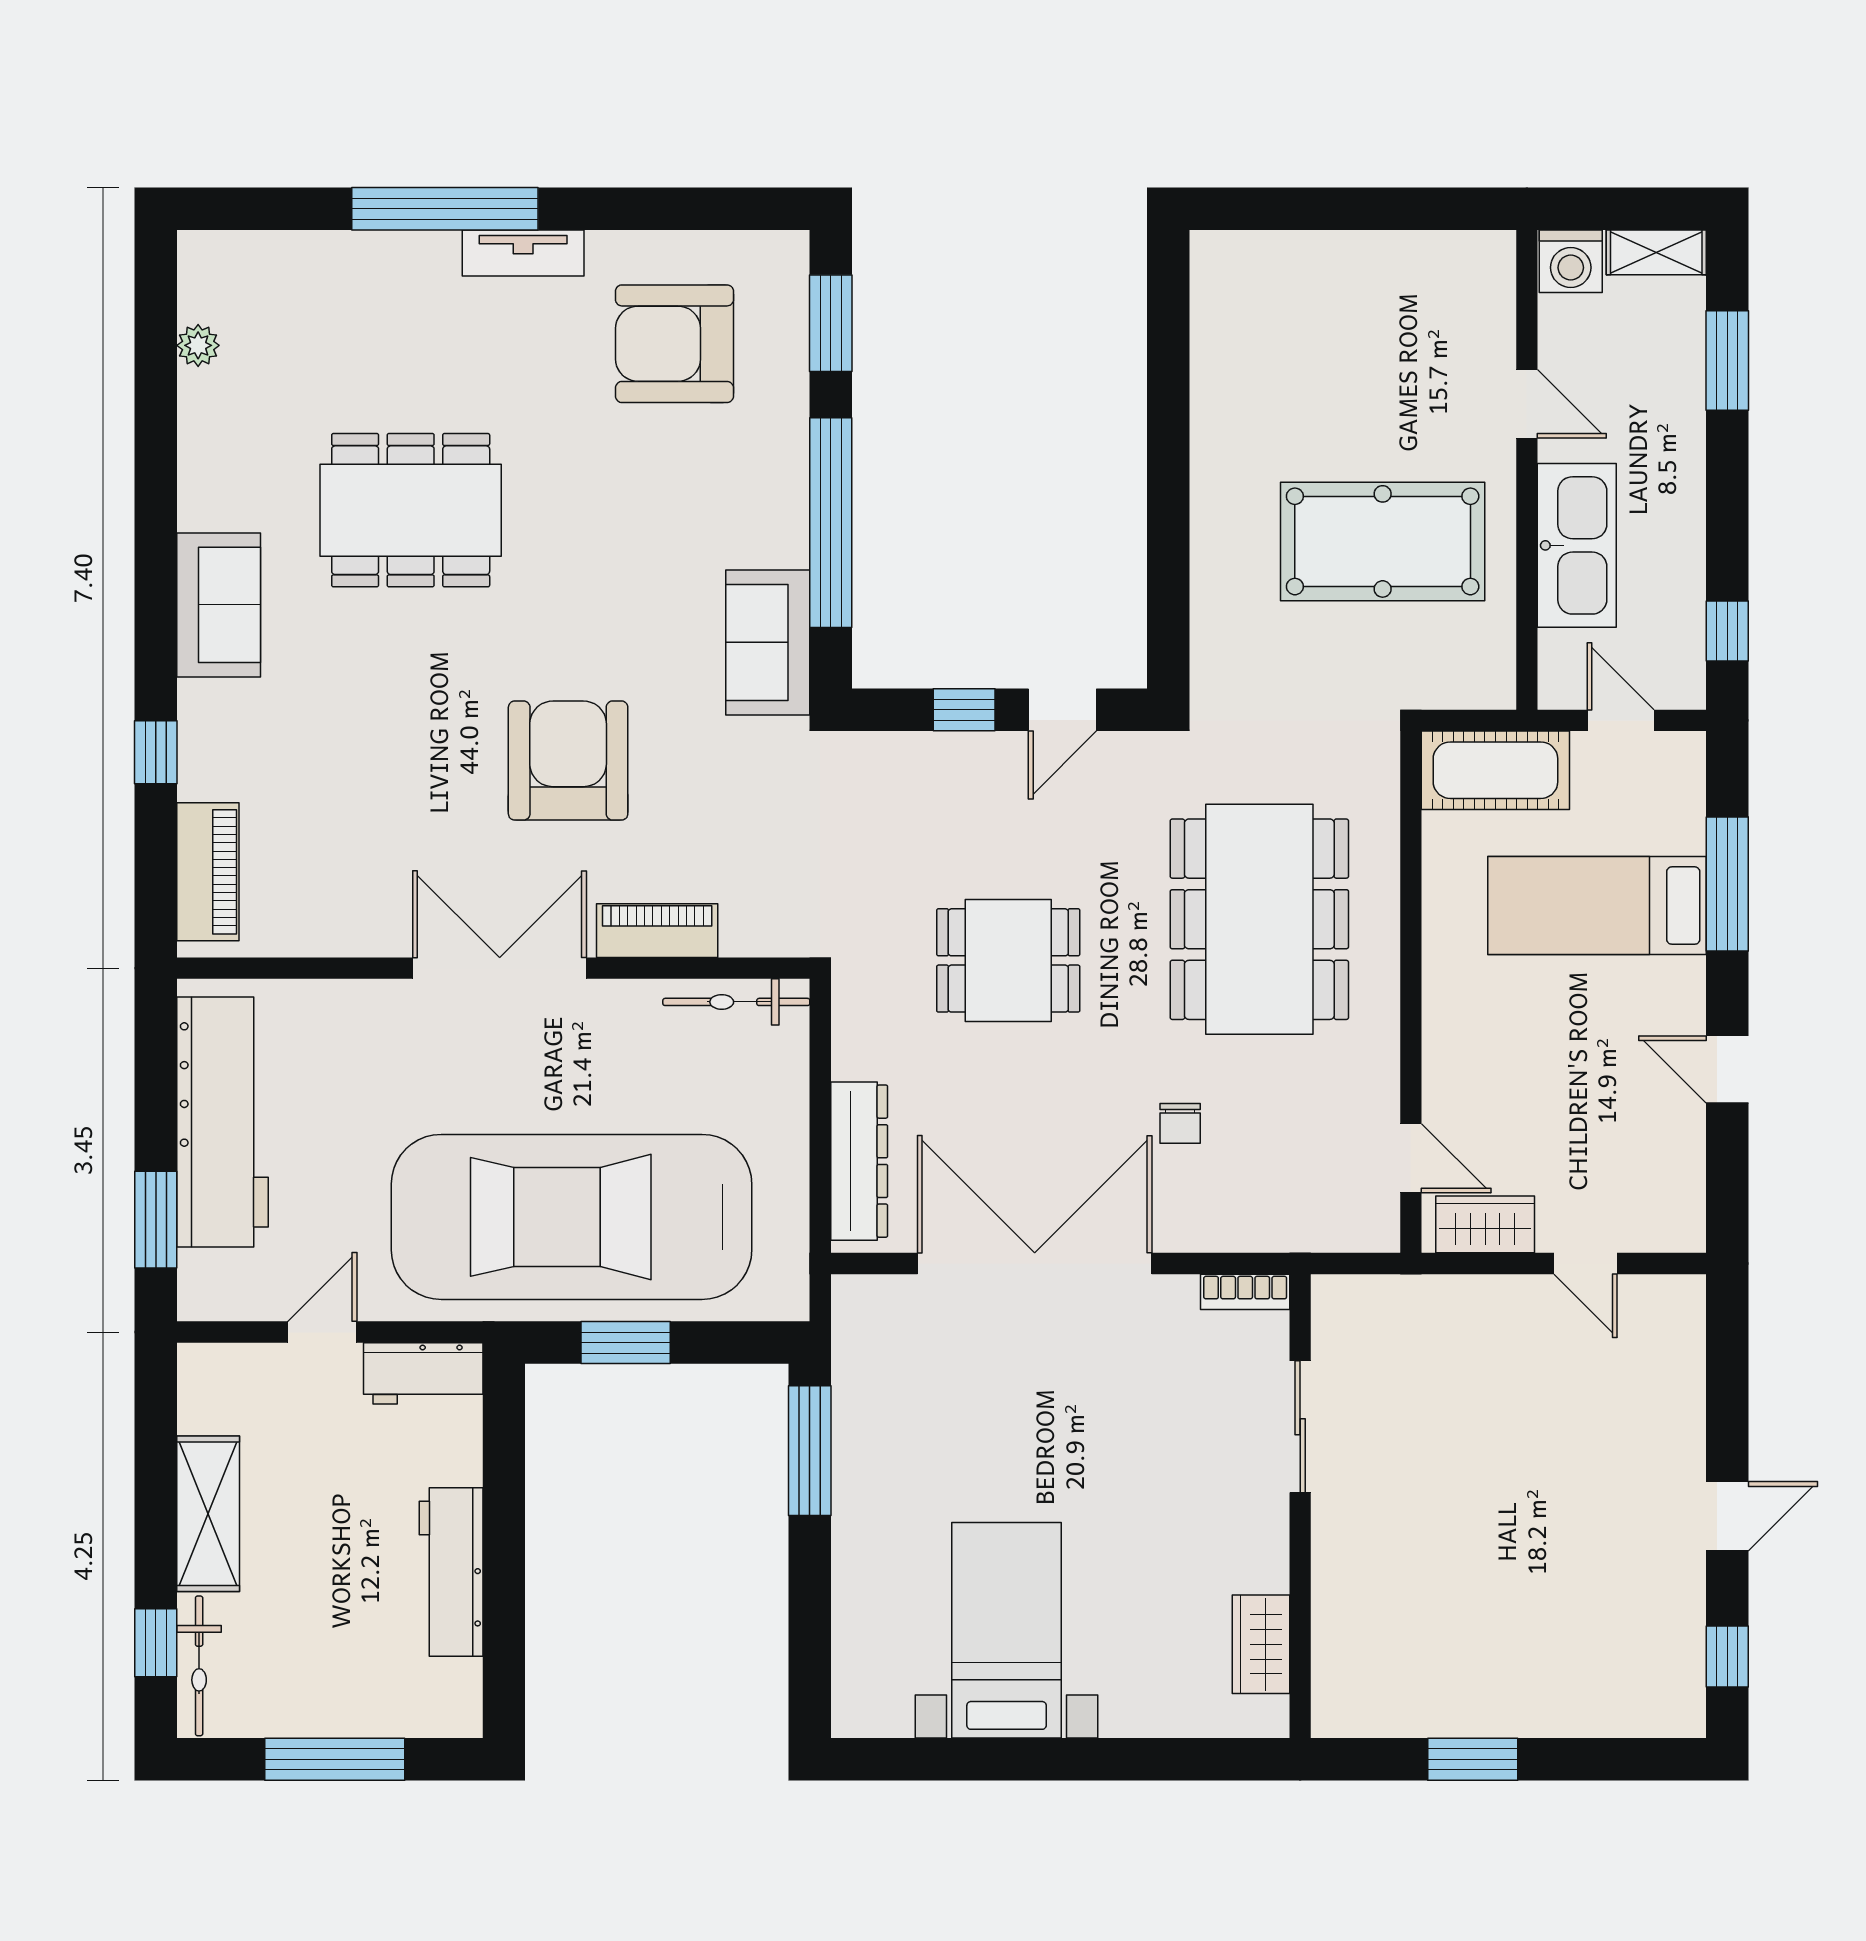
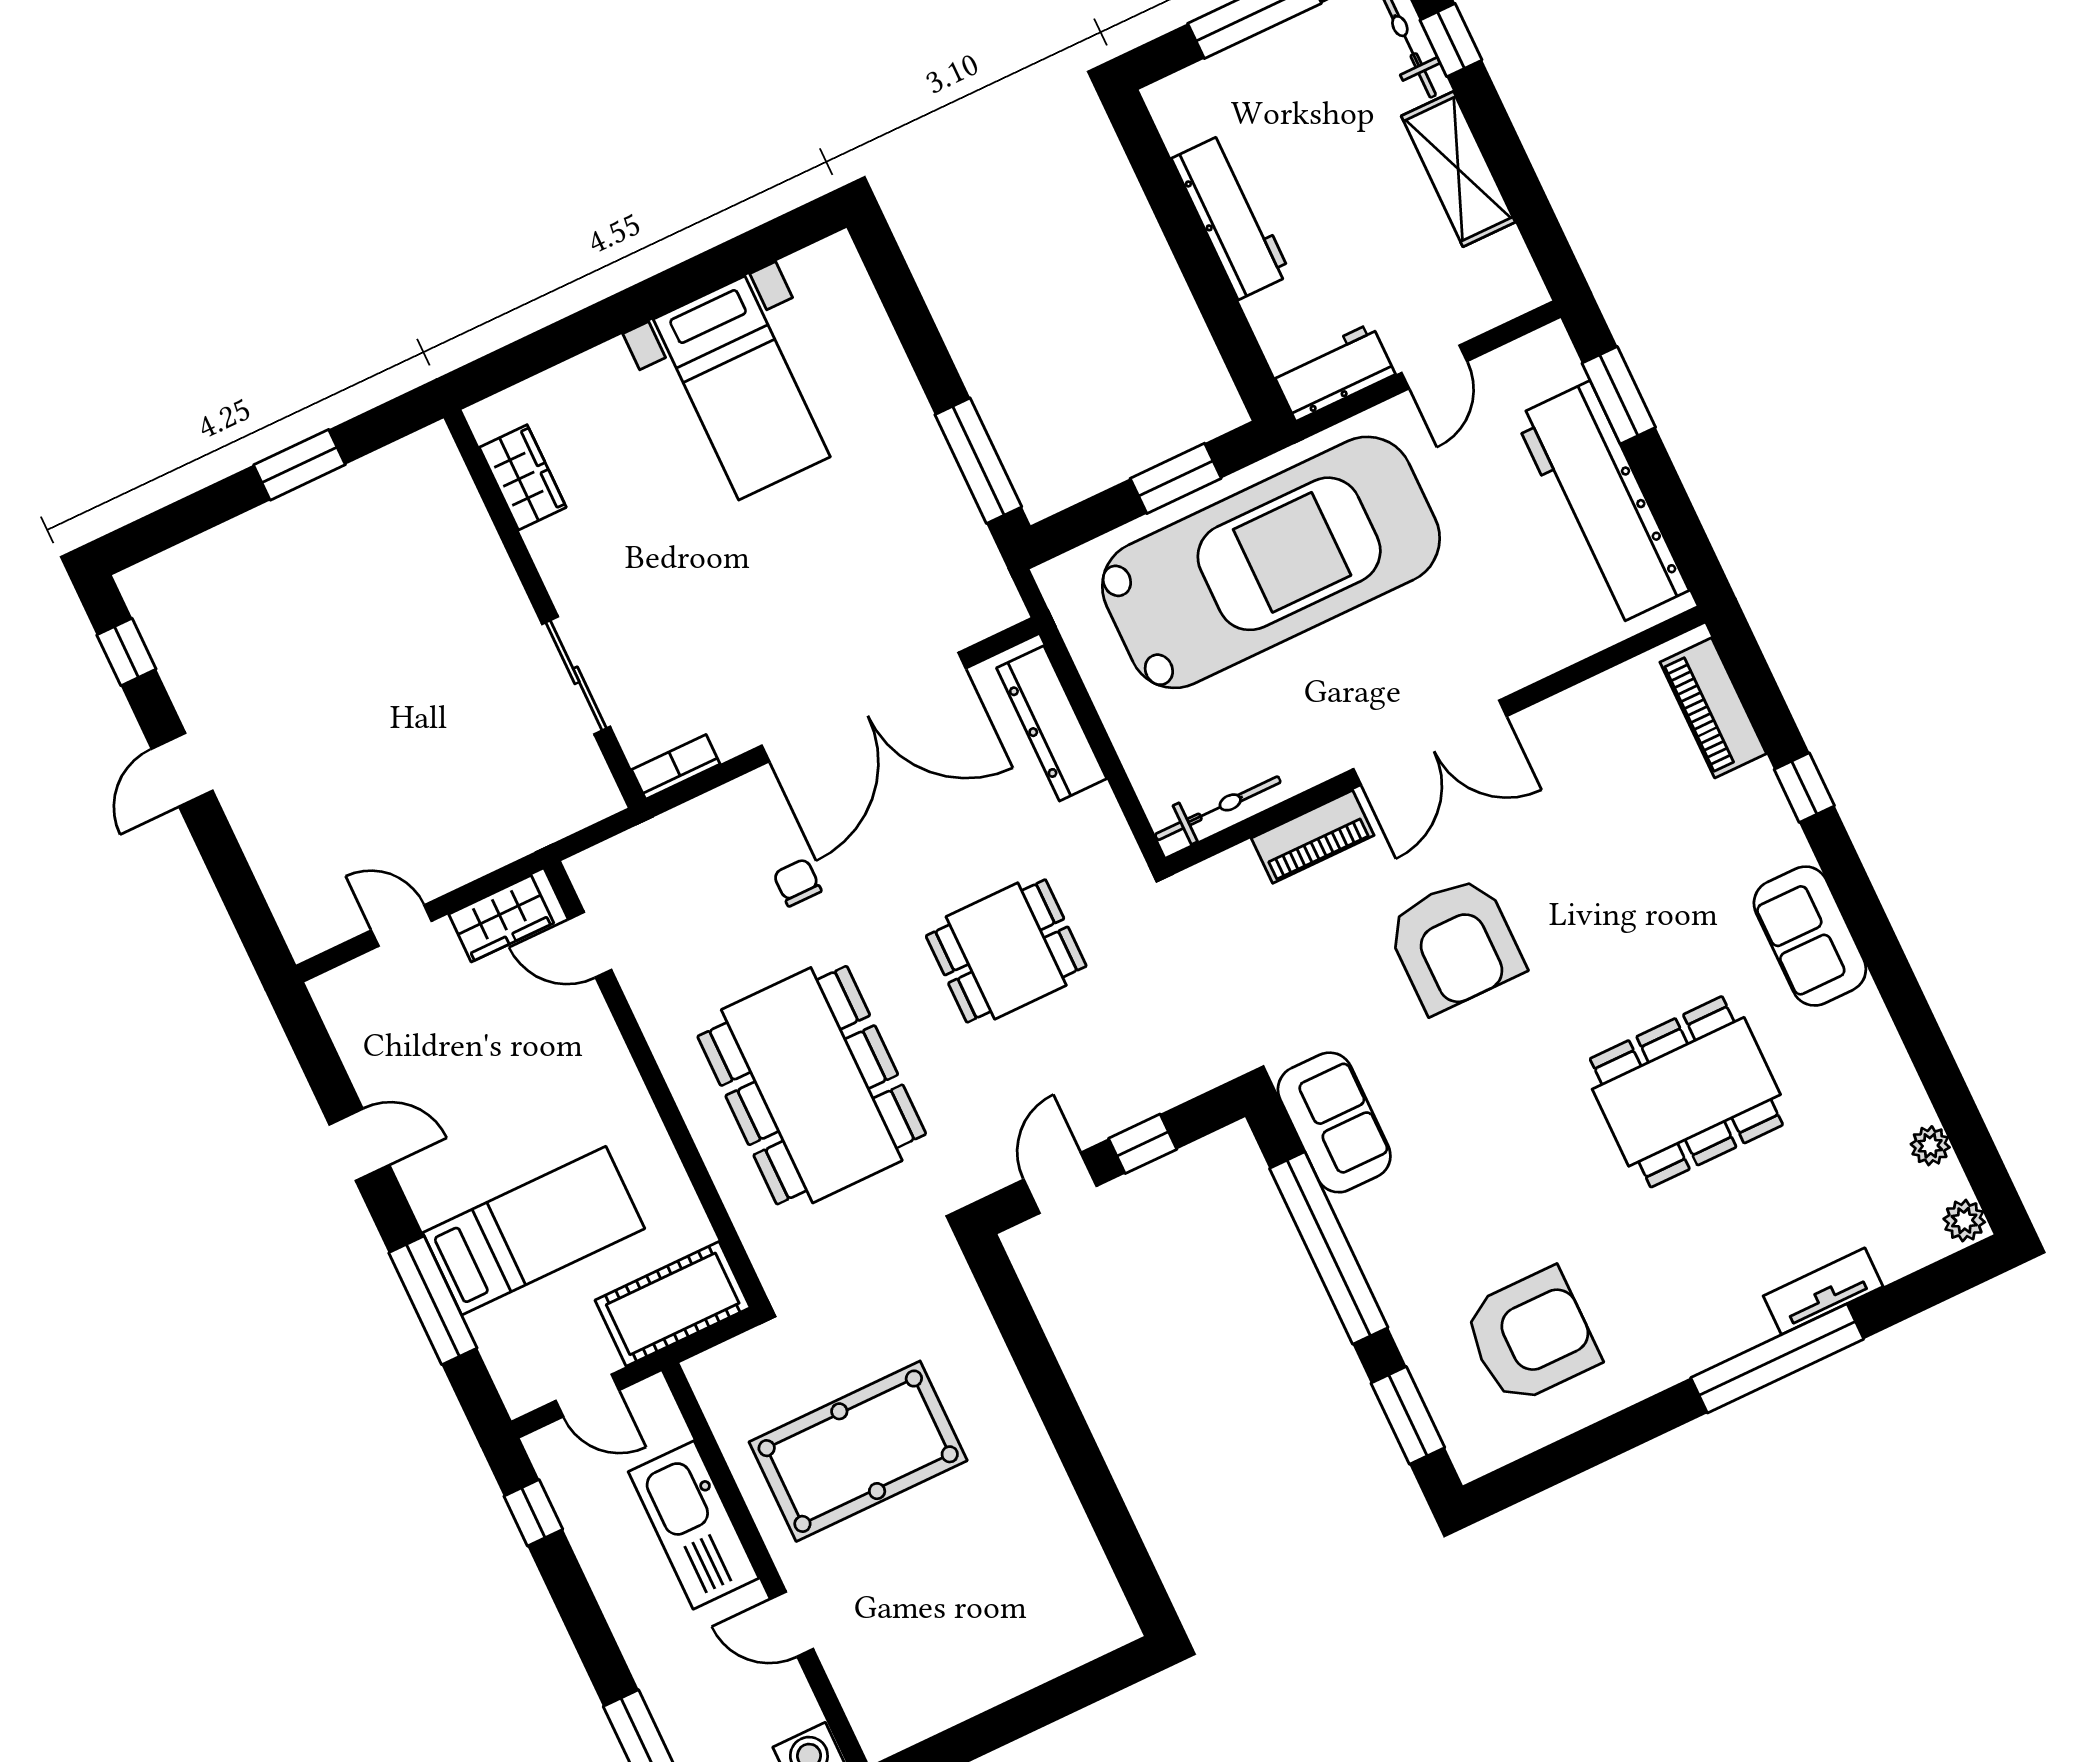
tv unit: (523, 253) -> (1823, 1291), moved
plant: (199, 257) -> (1964, 1221), added

